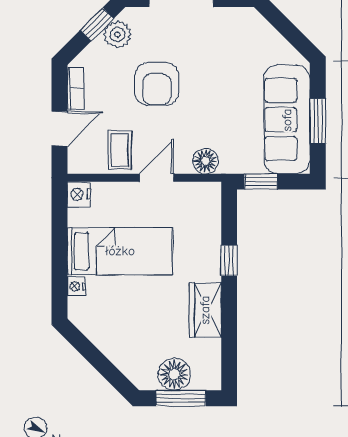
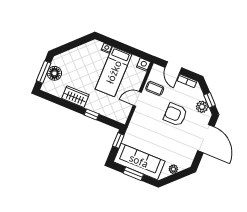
plant: (273, 41) -> (173, 169), added
floor lamp: (205, 161) -> (136, 121), removed
door: (157, 178) -> (137, 99), swing flipped

